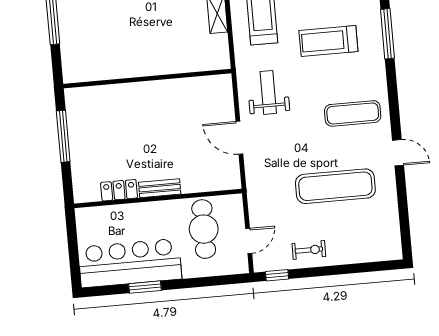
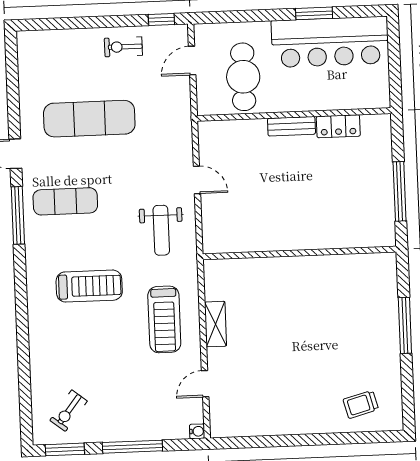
window: (387, 34) -> (18, 215), moved
door: (239, 138) -> (197, 180), width x0.73

